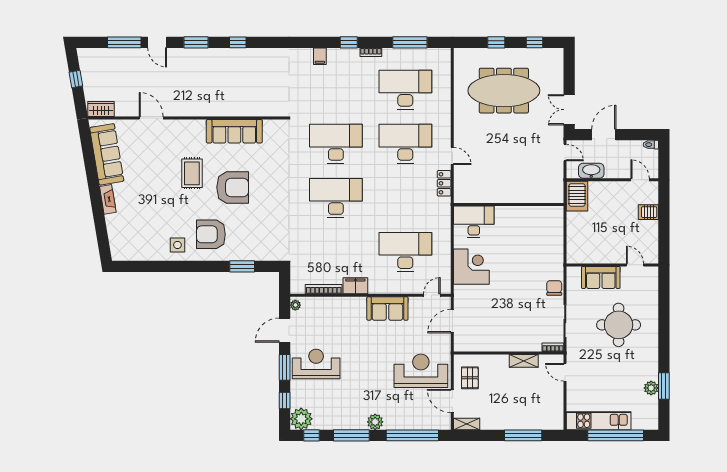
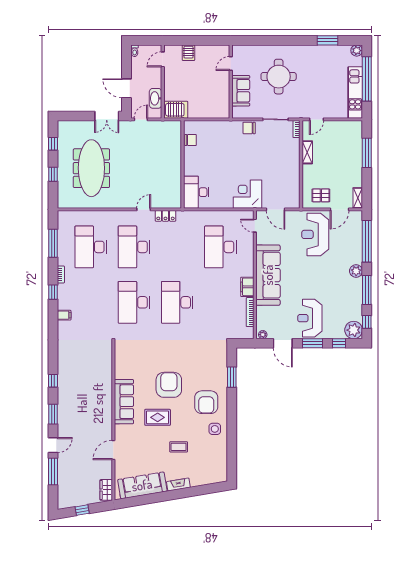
sofa: (234, 131) -> (124, 402), moved
coffee table: (155, 200) -> (179, 447), added
chair: (539, 215) -> (191, 140), added
corner desk: (471, 267) -> (248, 194), moved
sofa: (387, 308) -> (268, 275), width x1.85, depth x1.27
plant: (651, 388) -> (357, 51), moved

